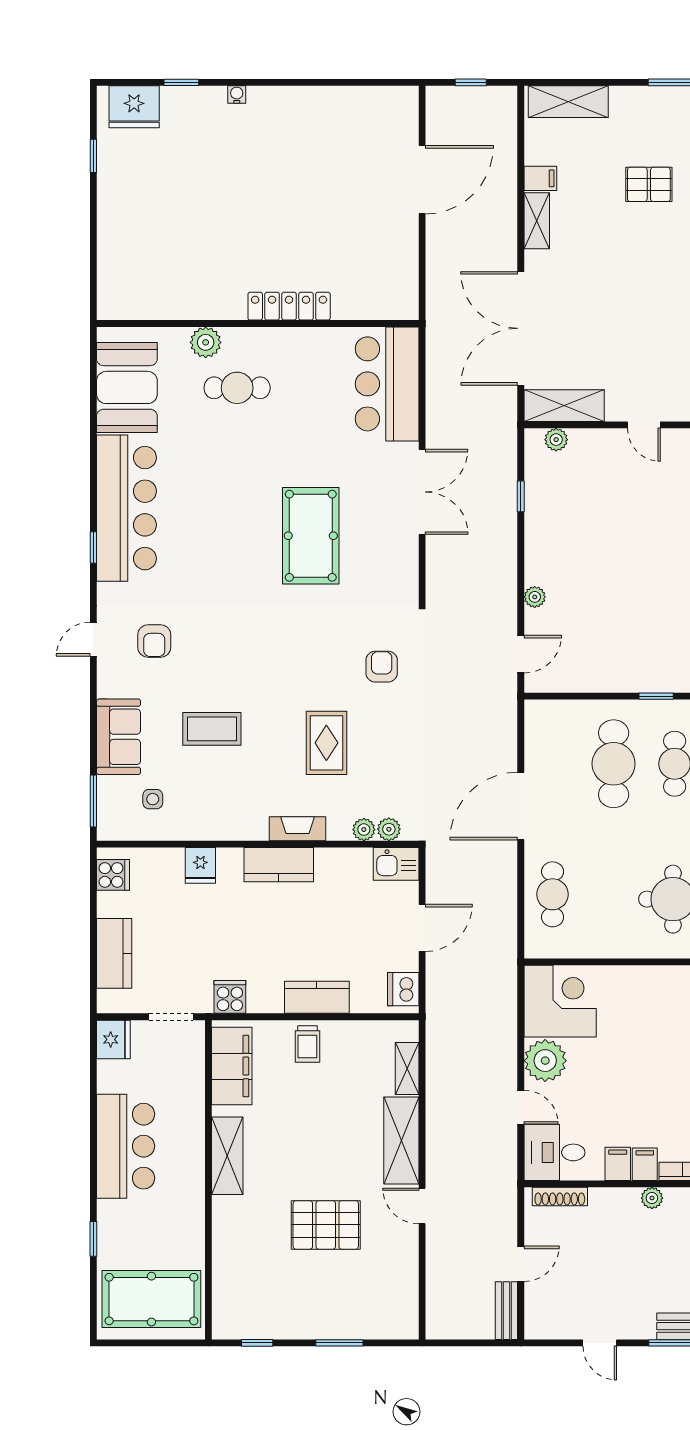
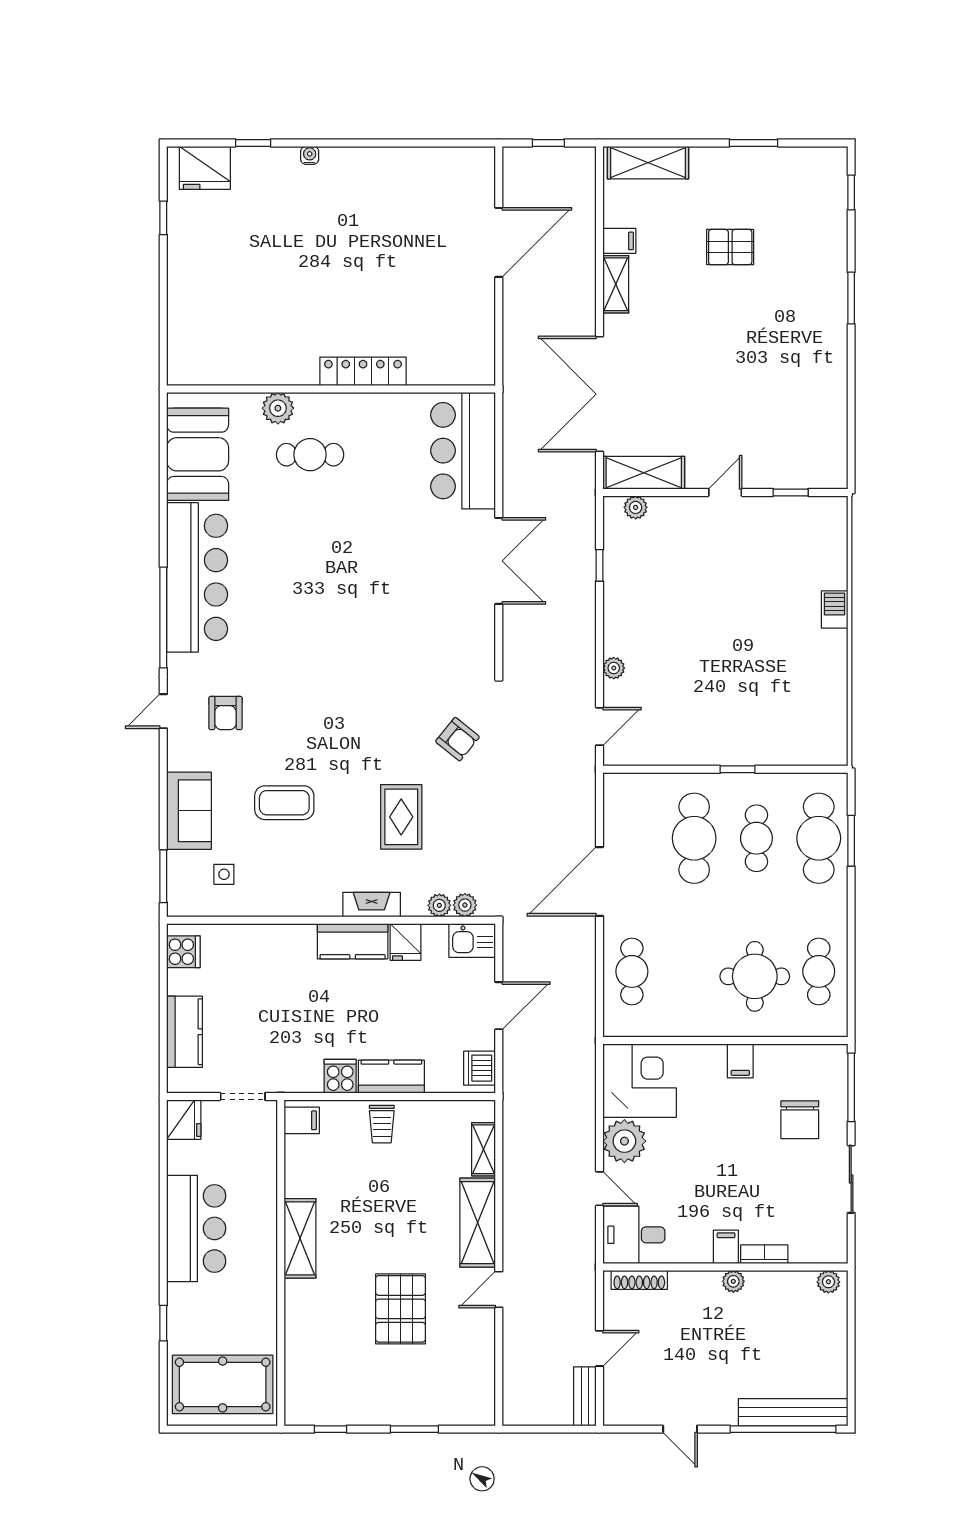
door: (644, 425) -> (725, 492), swing flipped
pool table: (311, 536) -> (385, 606), removed
window: (93, 547) -> (163, 618), width x3.17
armchair: (382, 667) -> (457, 739), turned 129
fridge: (200, 865) -> (405, 942), moved
cooker: (230, 997) -> (340, 1076), moved
filing cabinet: (232, 1066) -> (302, 1120), width x0.33, depth x0.86
filing cabinet: (618, 1164) -> (740, 1061), moved, turned 180
door: (422, 1206) -> (499, 1289), hinge flipped
pallet: (326, 1225) -> (400, 1309), turned 90

